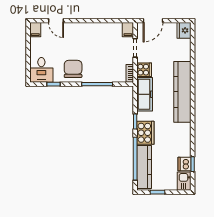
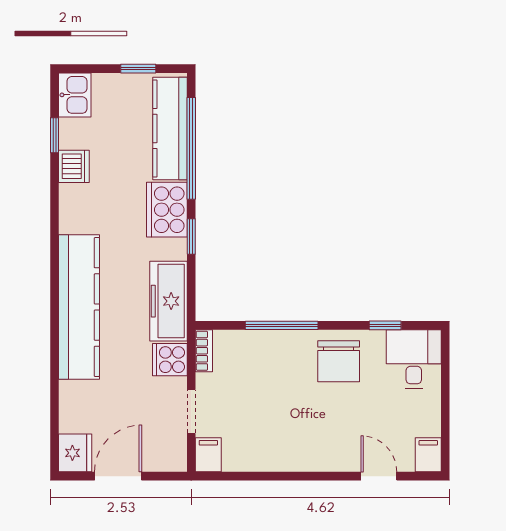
door: (153, 21) -> (118, 476), moved
dishwasher: (185, 164) -> (74, 166), moved

